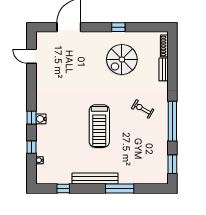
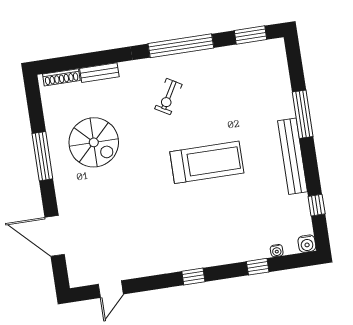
window: (118, 27) -> (42, 156), width x2.17
window: (31, 118) -> (193, 277), moved
water cooler: (41, 119) -> (307, 244), moved

